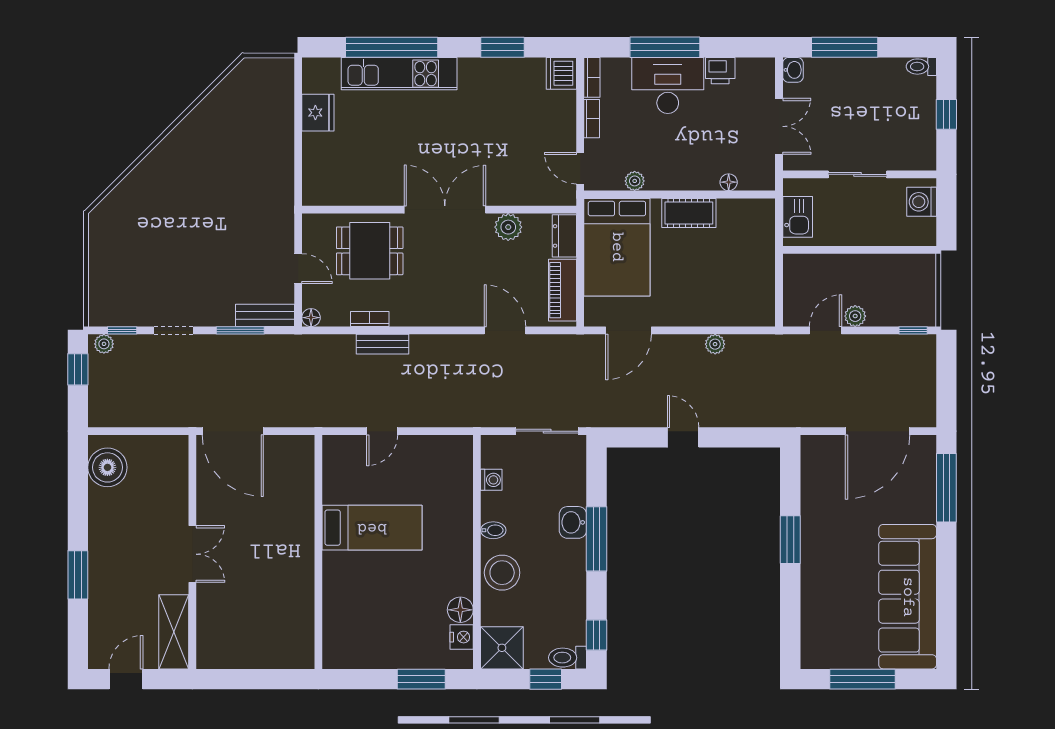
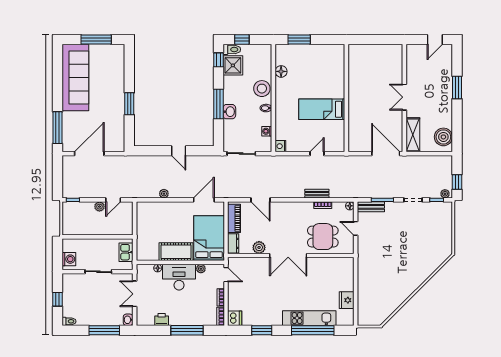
desk: (668, 85) -> (179, 277), moved, turned 180
cot: (689, 213) -> (176, 252), width x1.37, depth x1.34
shelving: (174, 632) -> (413, 135), moved
nightstand: (462, 637) -> (280, 146), moved
shower: (502, 648) -> (233, 65), moved

